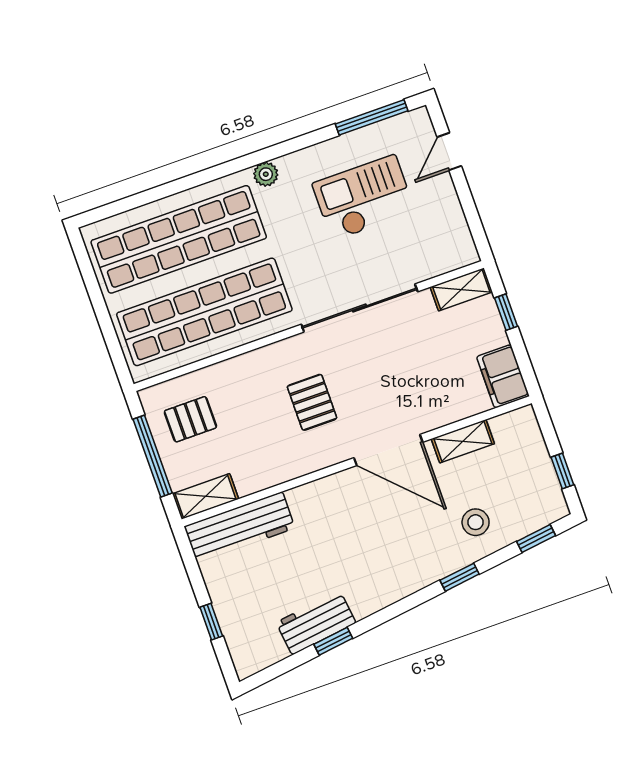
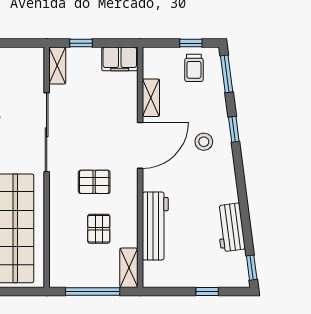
pallet: (190, 419) -> (99, 229), moved
trolley: (528, 488) -> (194, 68), added
stool: (476, 522) -> (204, 142), moved
workbench: (240, 527) -> (155, 226), moved
window: (536, 538) -> (227, 74), width x1.50
window: (333, 641) -> (252, 268), moved

